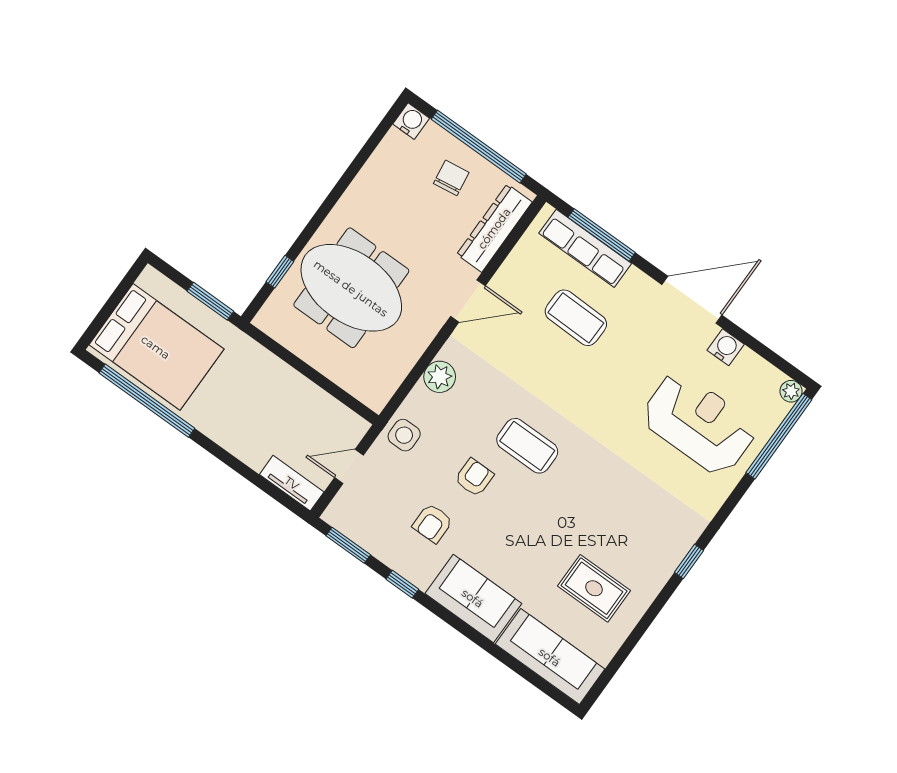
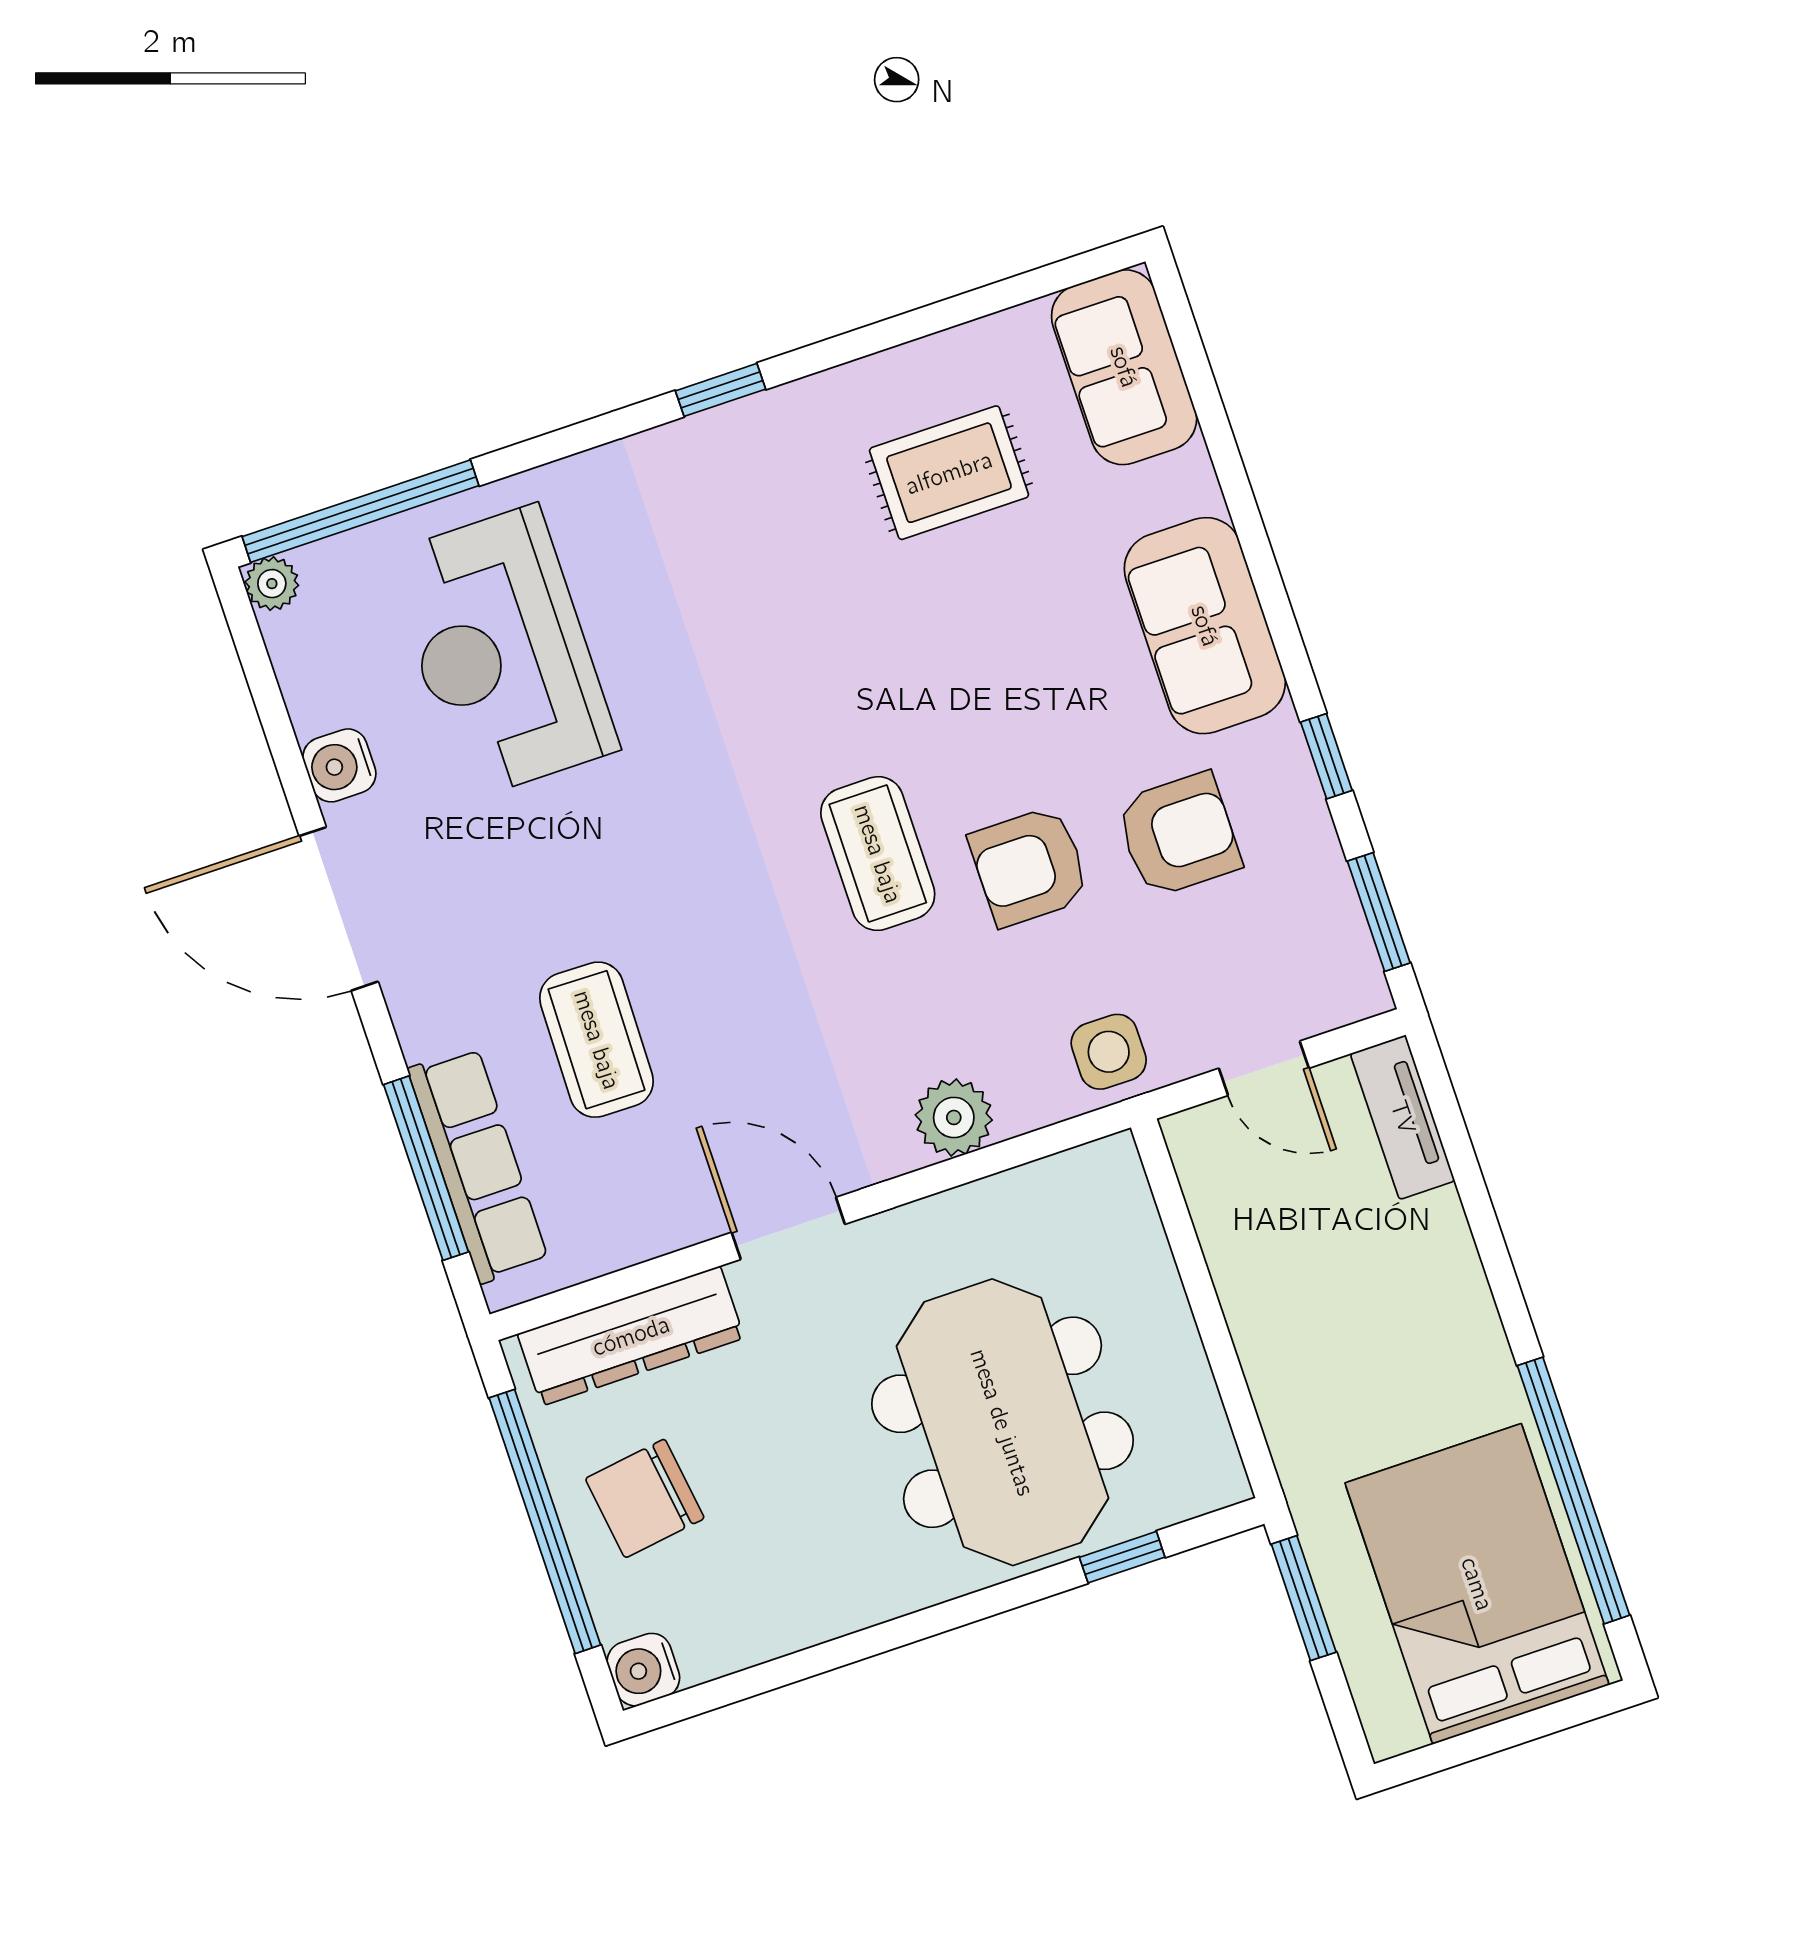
chair: (451, 178) -> (645, 1498), width x1.37, depth x1.37
armchair: (474, 477) -> (1029, 866), width x1.38, depth x1.38
armchair: (433, 523) -> (1178, 835), width x1.38, depth x1.38
rug: (594, 588) -> (949, 473), turned 90
sofa: (550, 657) -> (1124, 367), width x0.73

